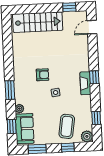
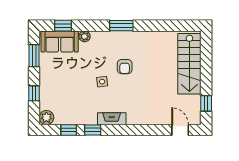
window: (94, 77) -> (93, 130), moved
window: (10, 90) -> (121, 26), moved
coffee table: (67, 126) -> (60, 93), removed

